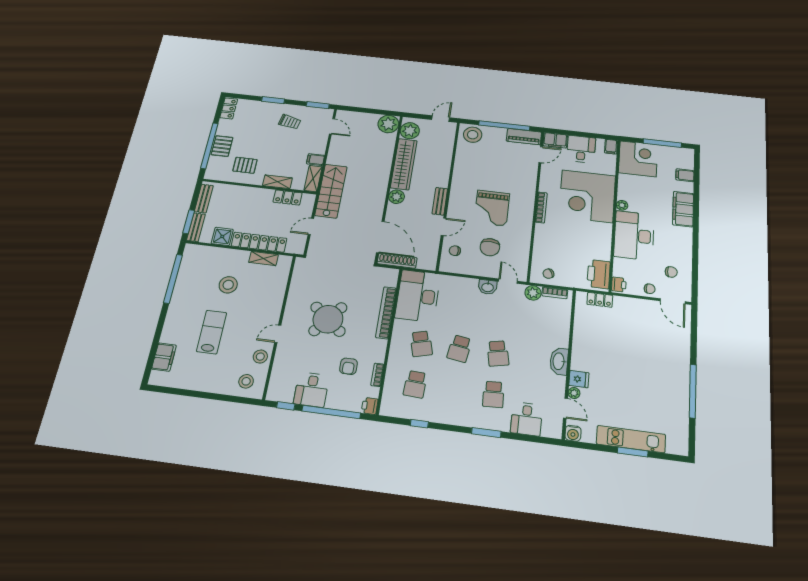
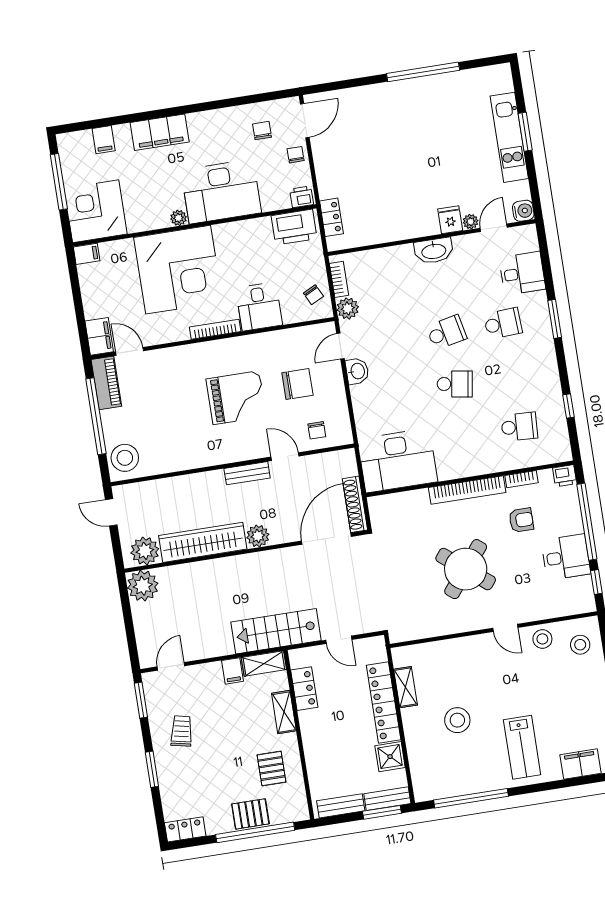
desk: (581, 149) -> (259, 307), moved, turned -90
bookcase: (386, 313) -> (467, 490), moved
lab bench: (212, 332) -> (522, 747), moved, turned -90
school desk: (421, 344) -> (463, 436), removed

